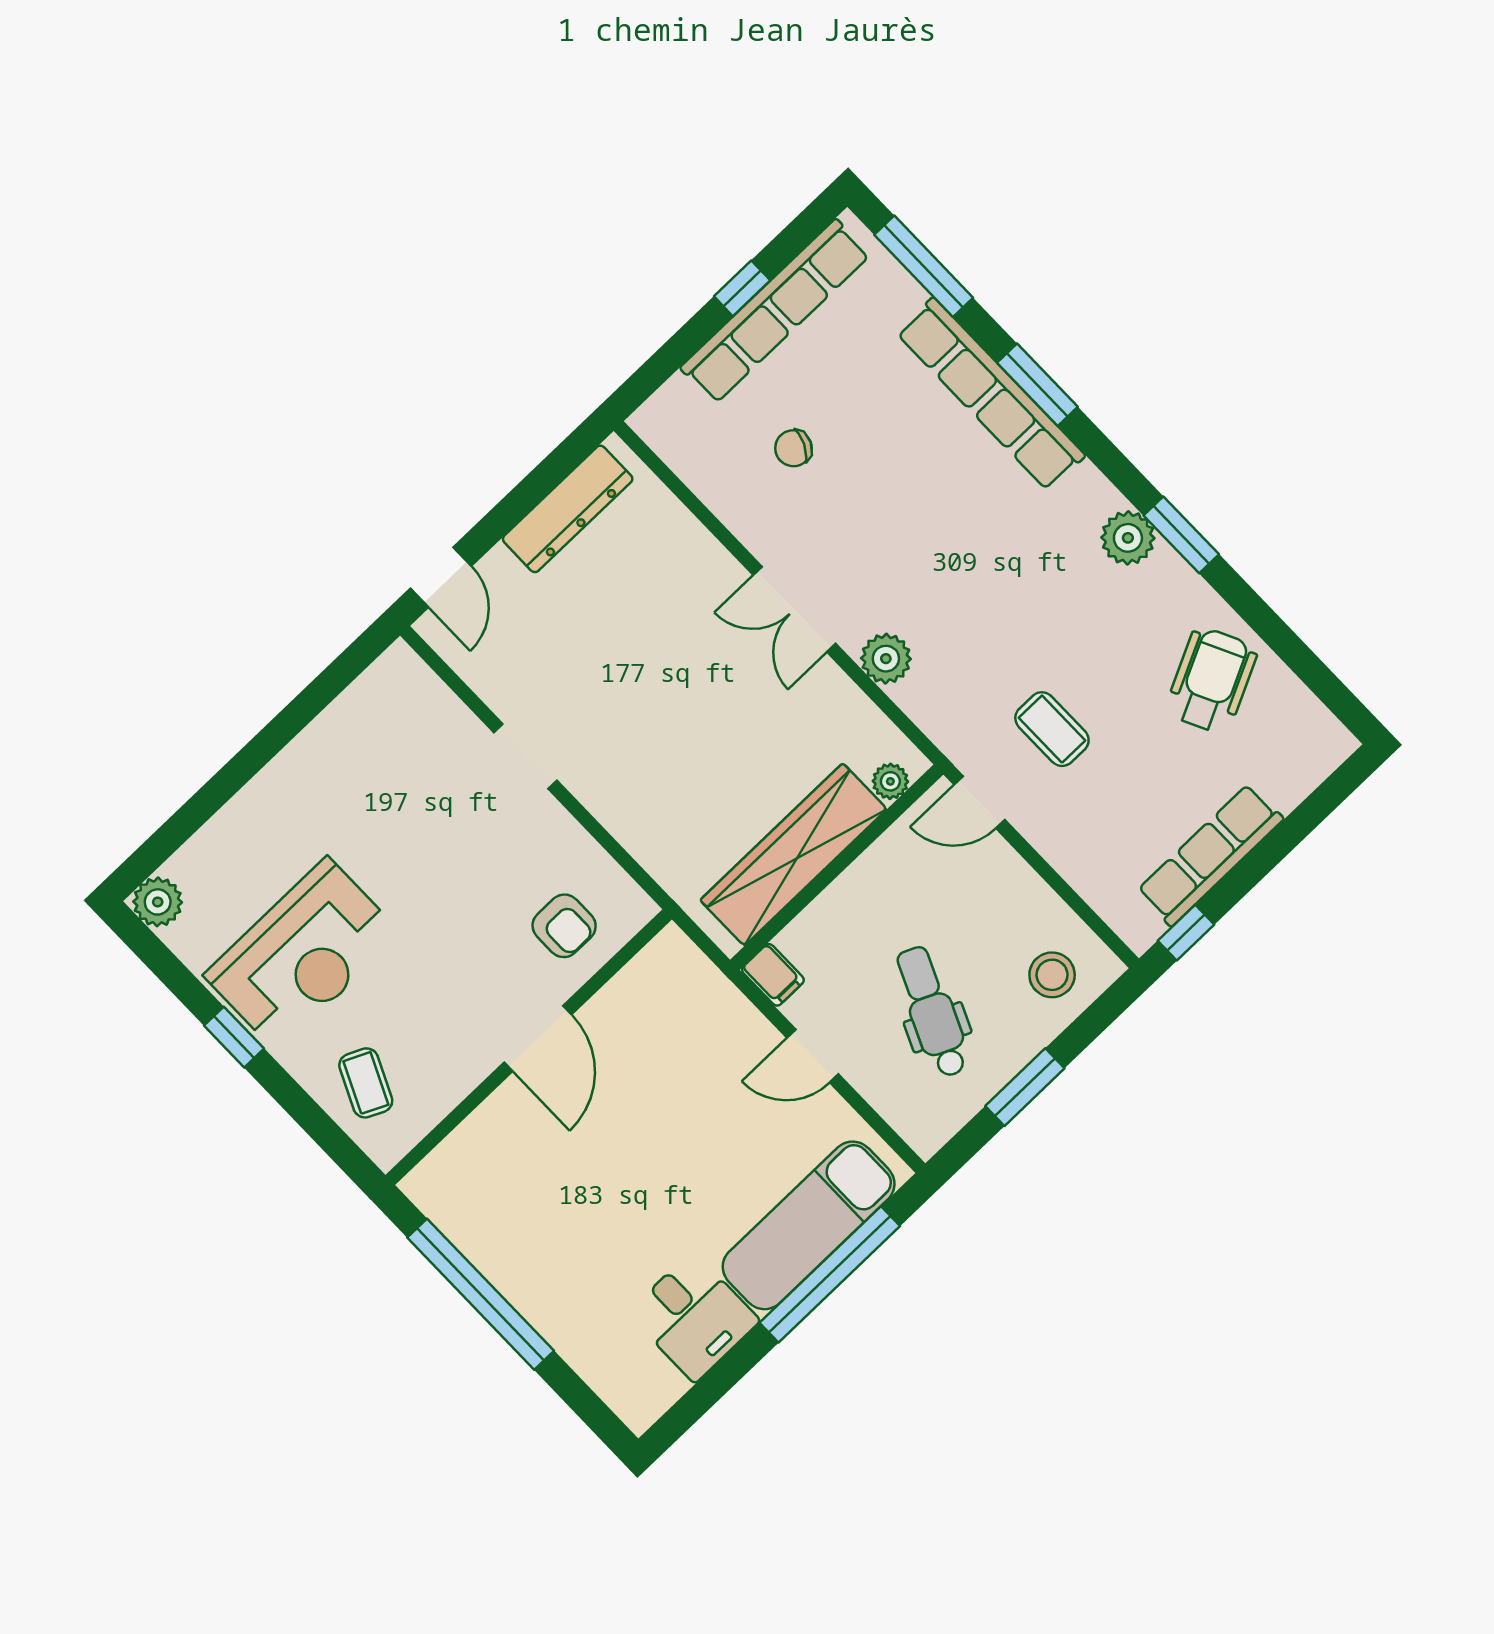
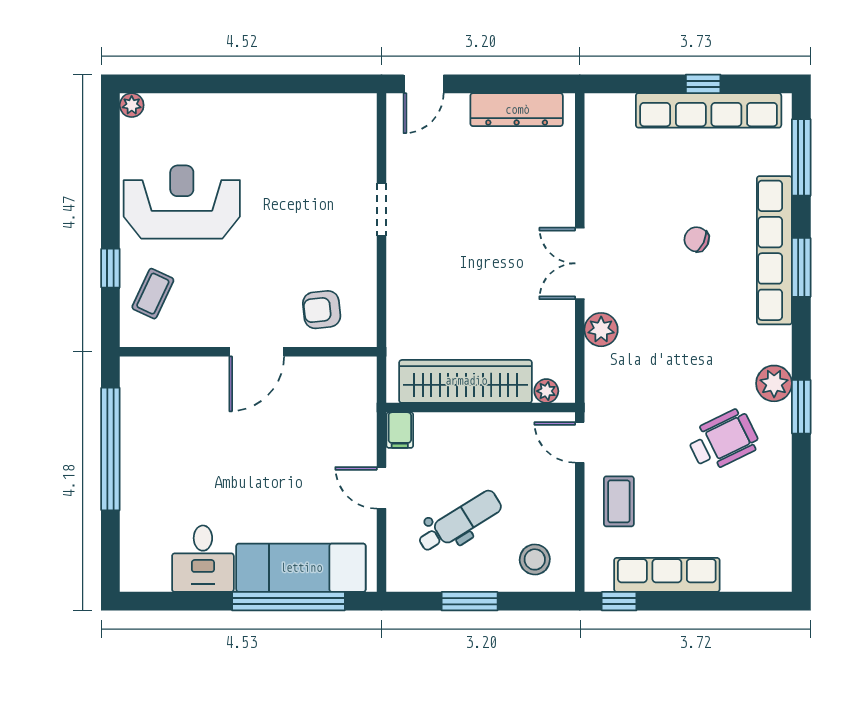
chair: (793, 448) -> (697, 239), moved
wheelchair: (1211, 680) -> (723, 440), moved
coffee table: (1052, 729) -> (619, 501), moved
plant: (158, 902) -> (132, 105), width x0.73, depth x0.73
armchair: (564, 926) -> (322, 310), turned 84
reception desk: (302, 954) -> (182, 202), turned 180
dental chair: (932, 1012) -> (460, 522), turned 34
window: (234, 1037) -> (110, 268), moved

